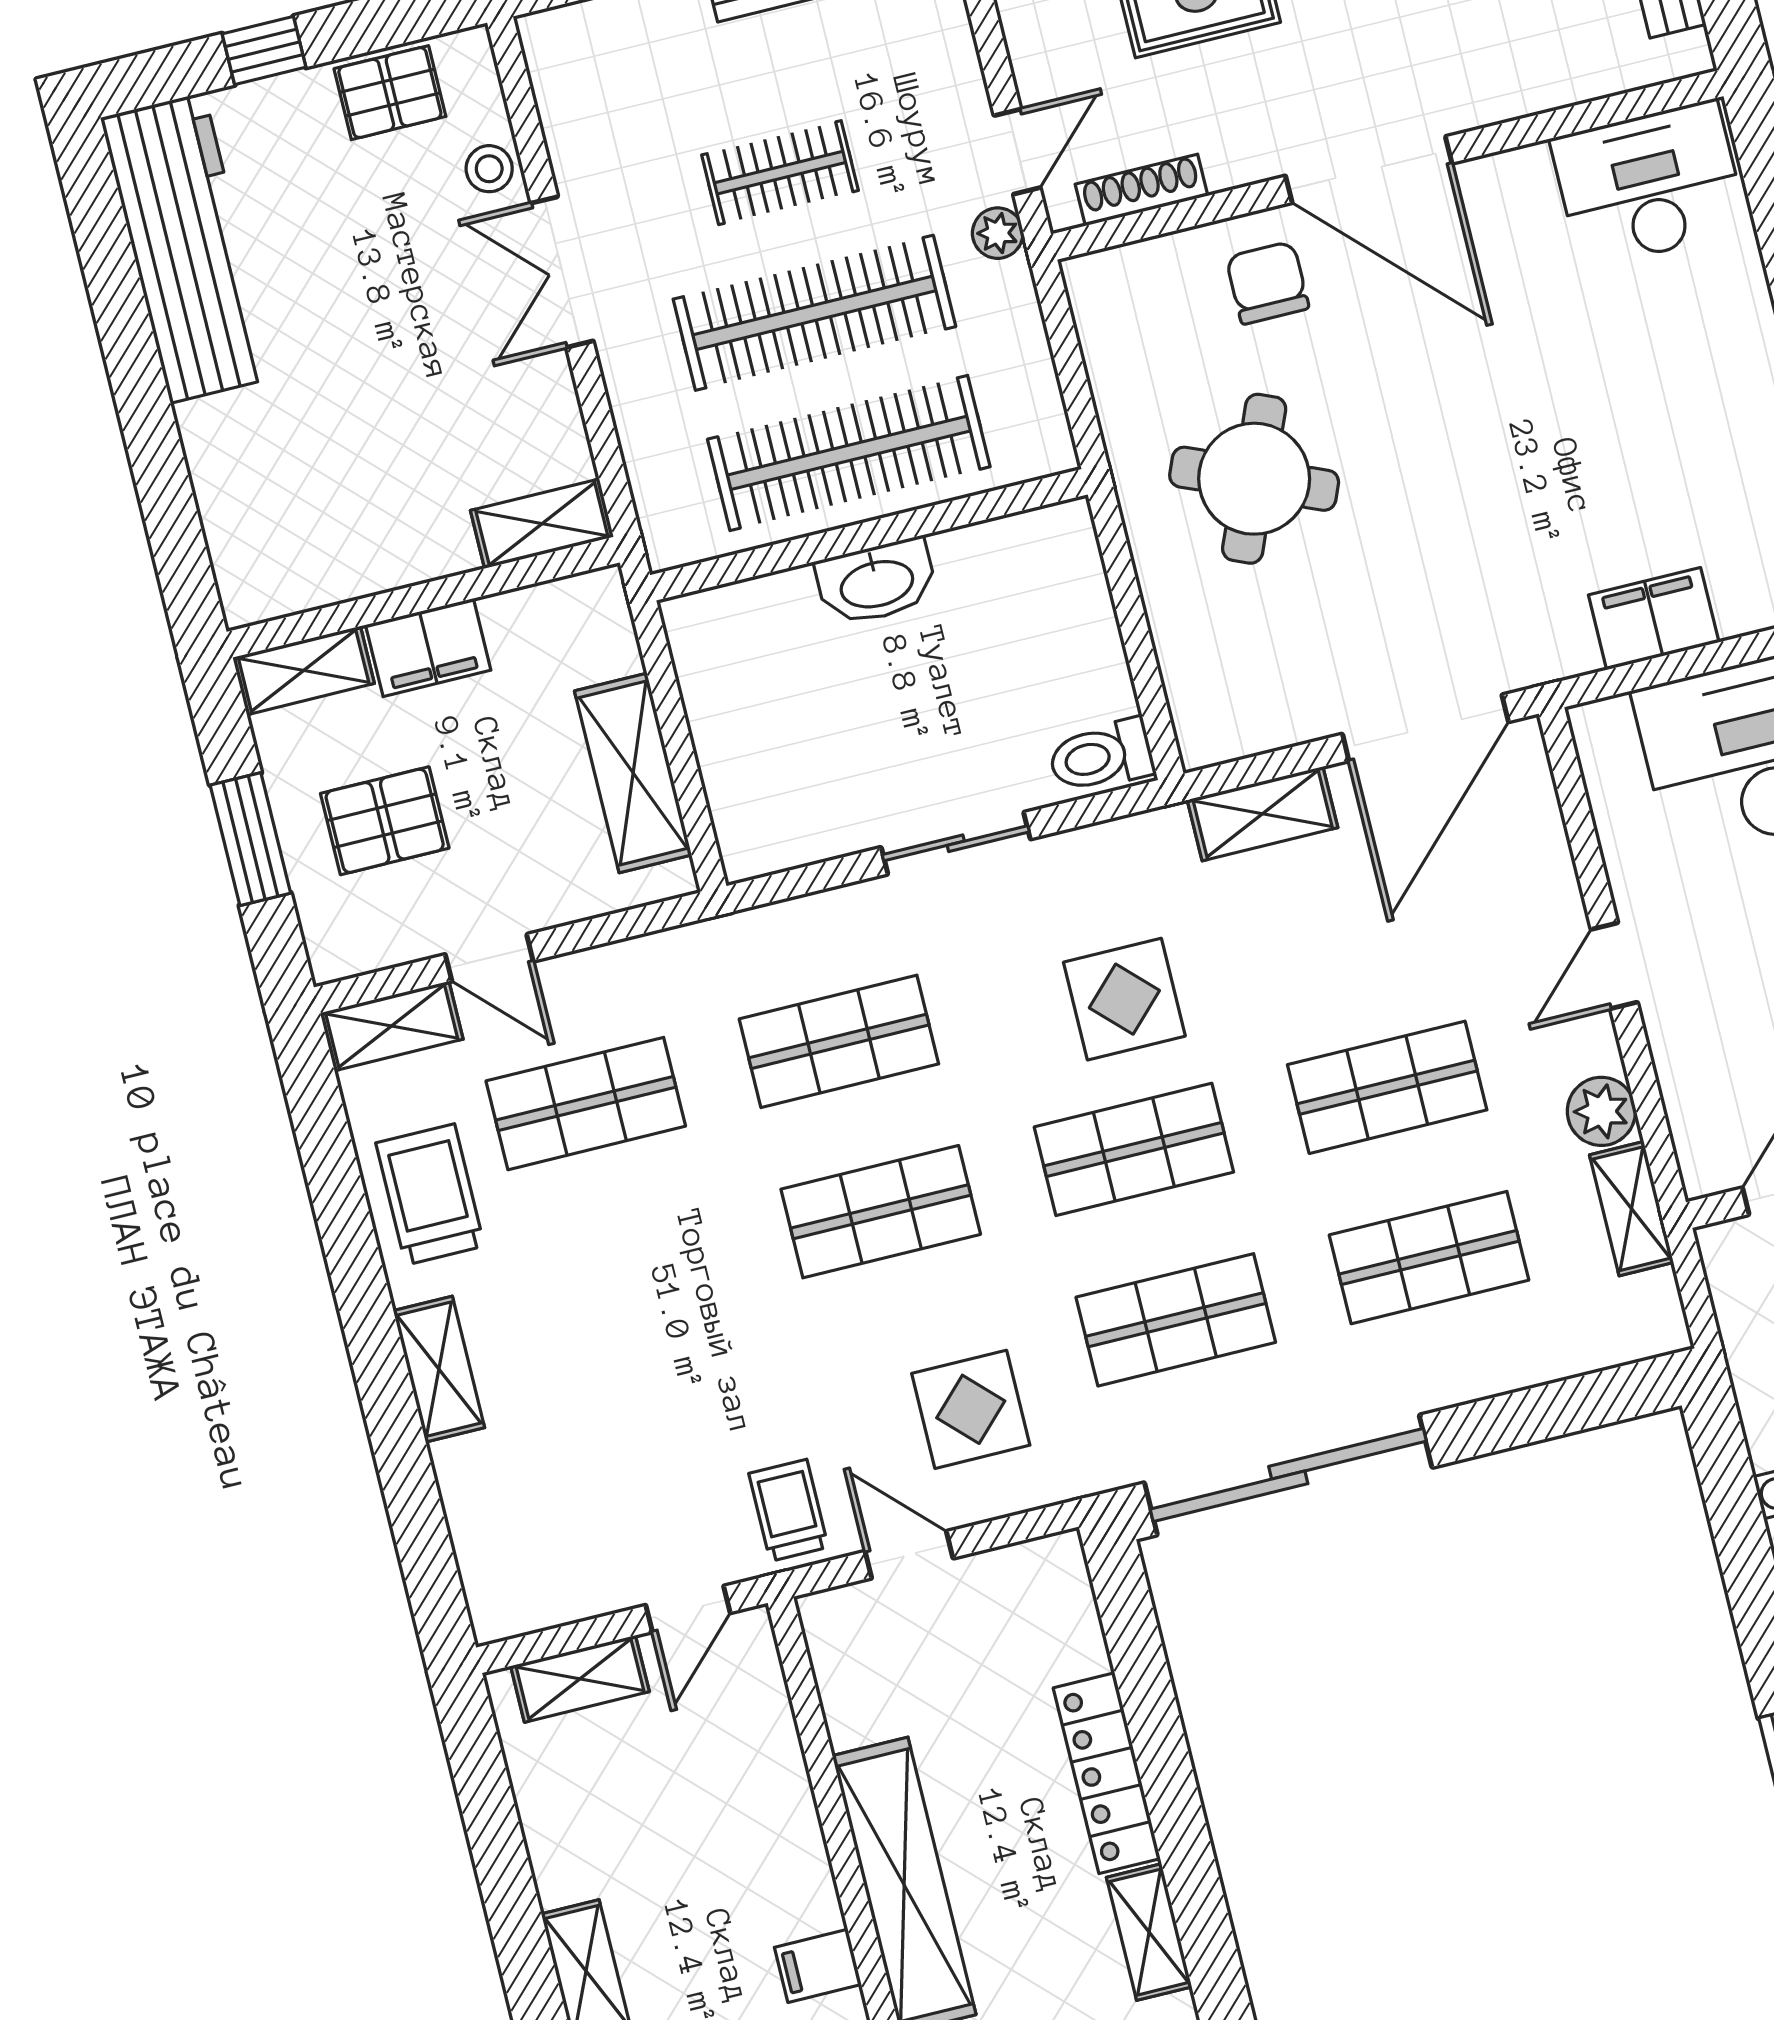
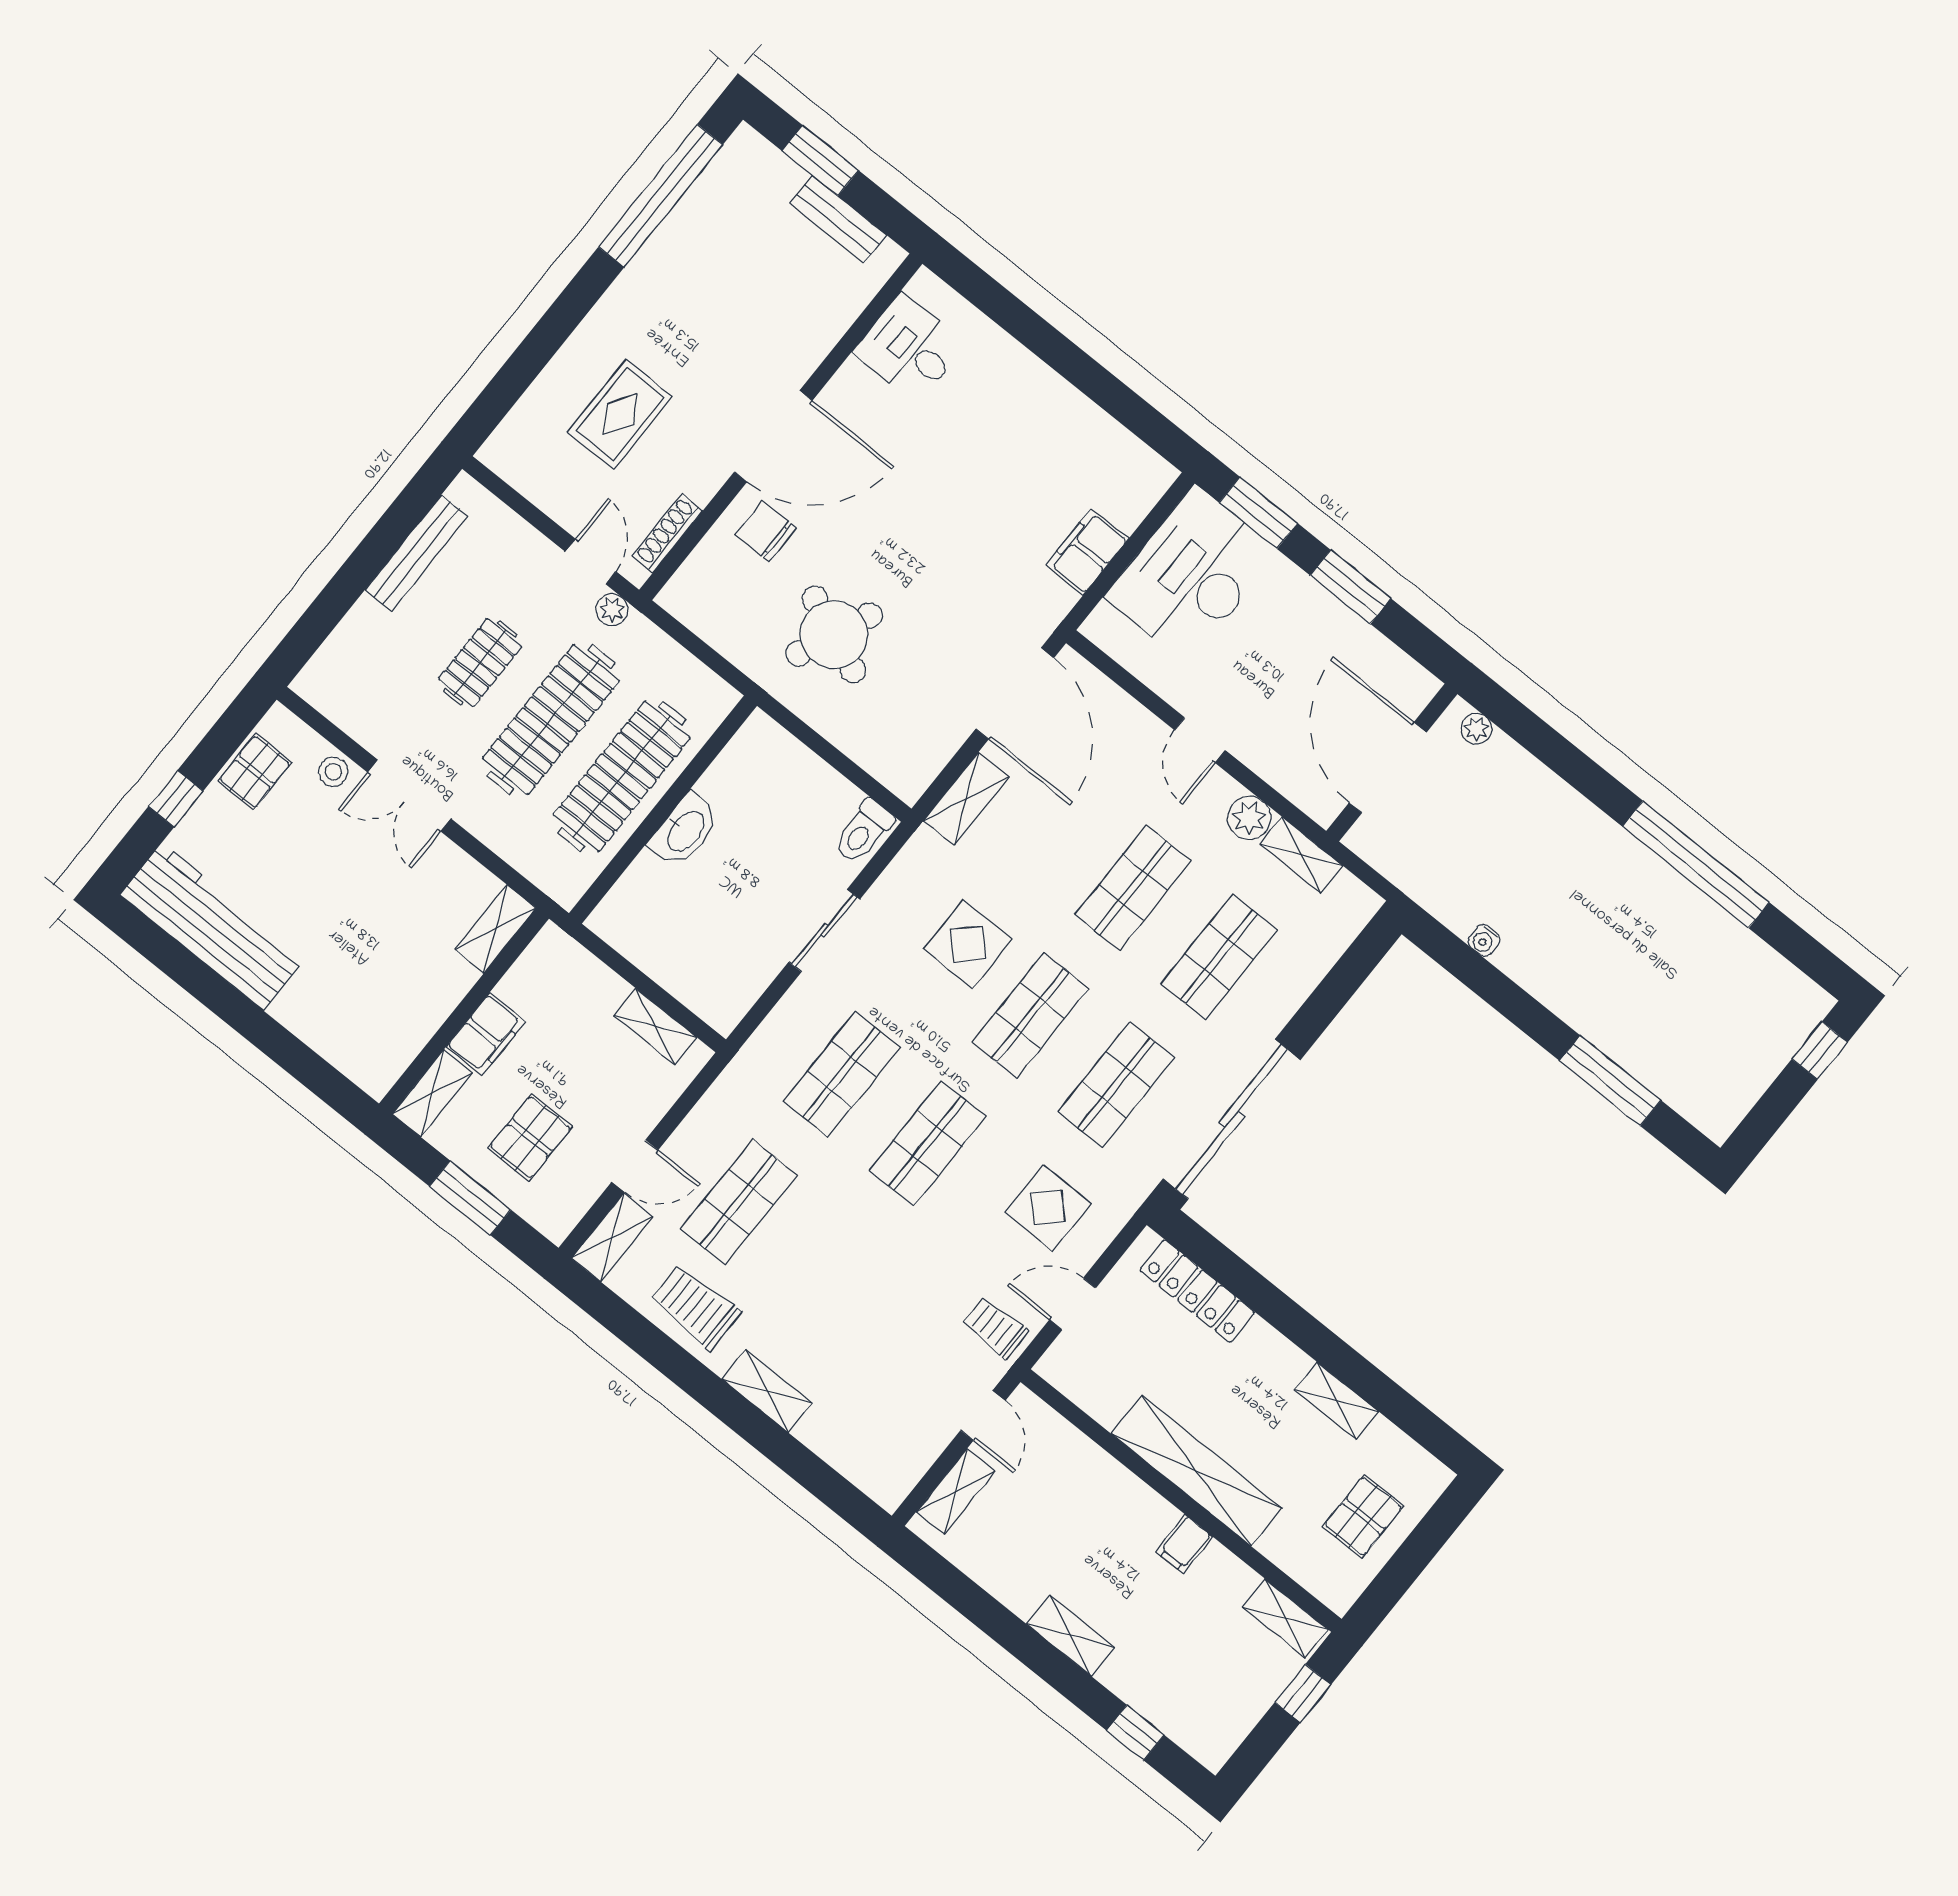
desk: (1649, 184) -> (910, 348), width x0.73
shelving: (633, 773) -> (655, 1026), width x0.67, depth x0.75
locker: (1107, 1773) -> (1197, 1291), moved

